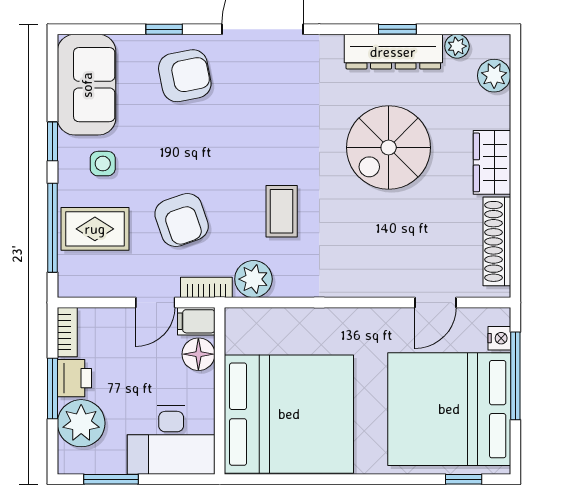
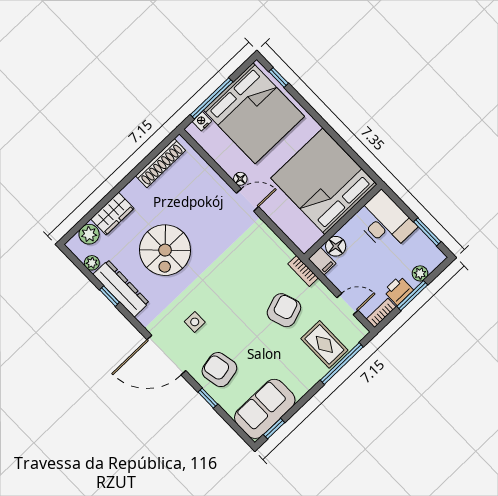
window: (53, 141) -> (274, 429), moved
spiral stairs: (389, 148) -> (165, 250), turned 90
wardrobe: (492, 162) -> (112, 214), moved
side table: (103, 164) -> (195, 322), moved
coffee table: (282, 211) -> (238, 270), removed
plant: (253, 279) -> (280, 254), removed
door: (155, 303) -> (348, 304), moved
door: (436, 303) -> (248, 200), moved
floor lamp: (387, 318) -> (240, 179), added
plant: (81, 423) -> (420, 273), width x0.53, depth x0.53

